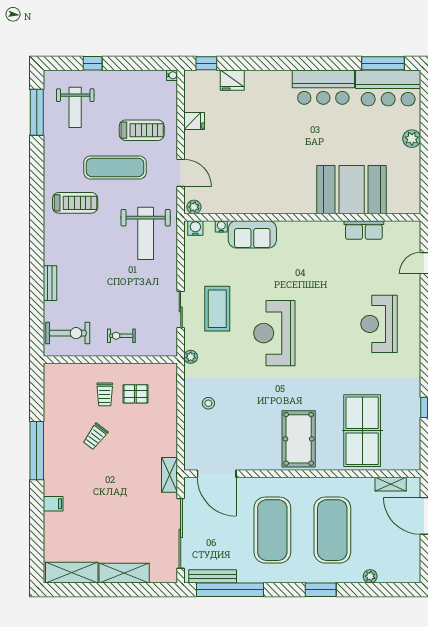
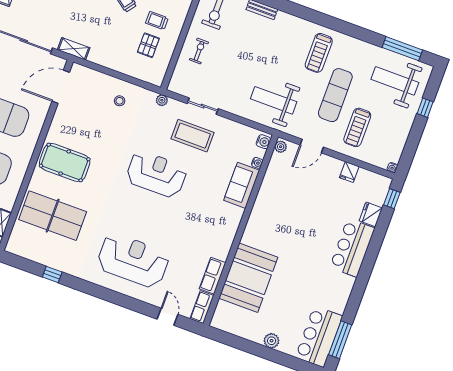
bar counter: (323, 87) -> (352, 248), moved
weight bench: (75, 107) -> (395, 81), width x1.36, depth x1.33
row of seats: (403, 229) -> (202, 307), added
reception desk: (379, 324) -> (133, 260), width x1.36, depth x1.30

